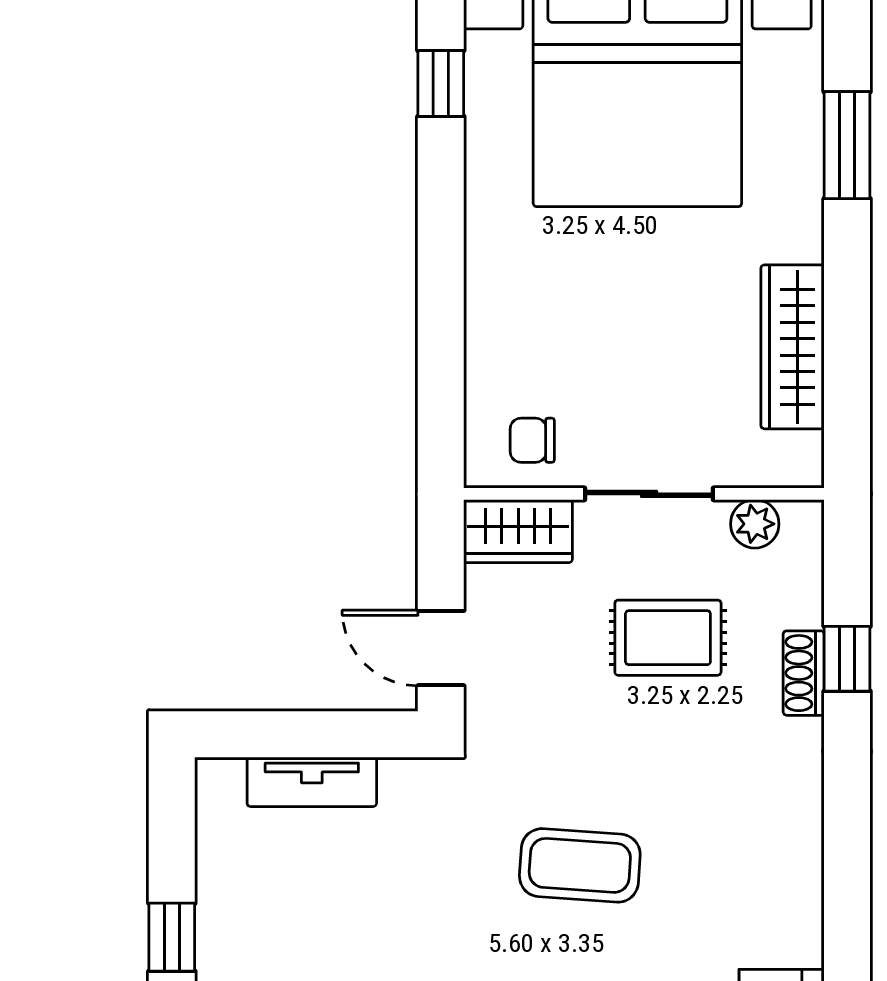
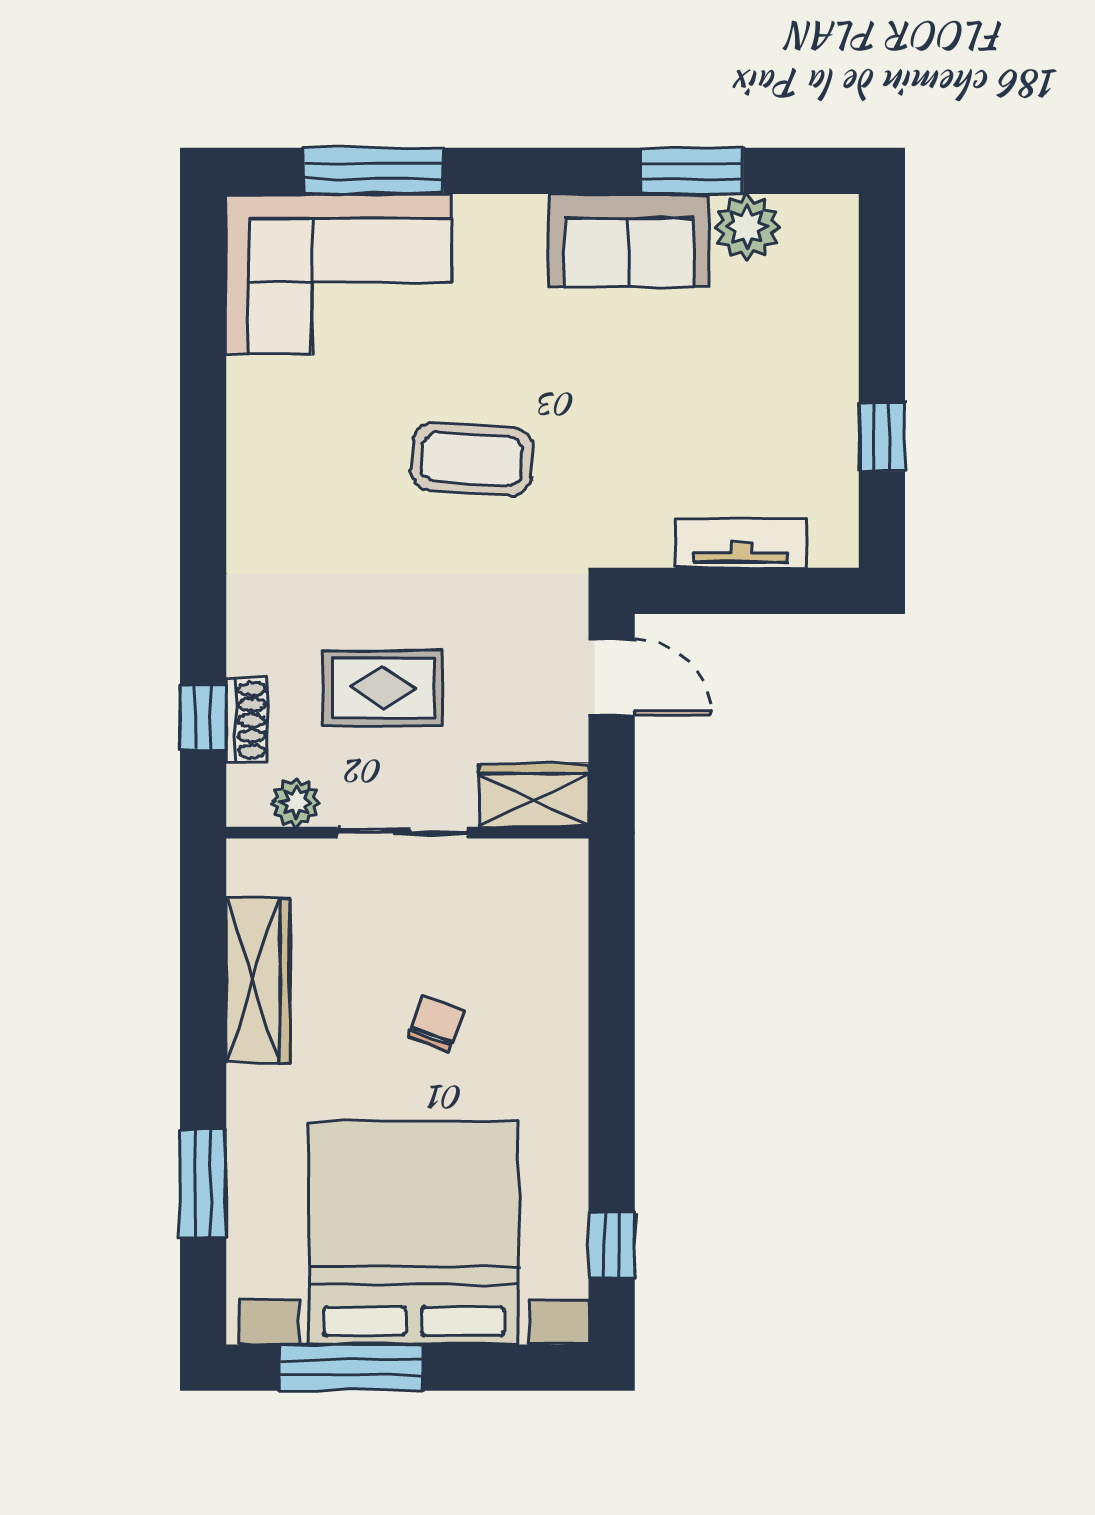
chair: (532, 440) -> (436, 1023), moved, turned -70
window: (847, 659) -> (203, 718), moved
shoe rack: (804, 673) -> (247, 720), moved
window: (172, 937) -> (882, 437), moved

